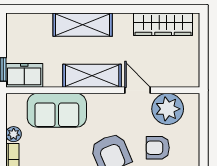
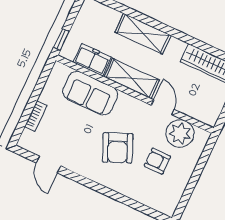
freezer: (24, 75) -> (92, 60), moved
plant: (14, 134) -> (46, 96), removed

